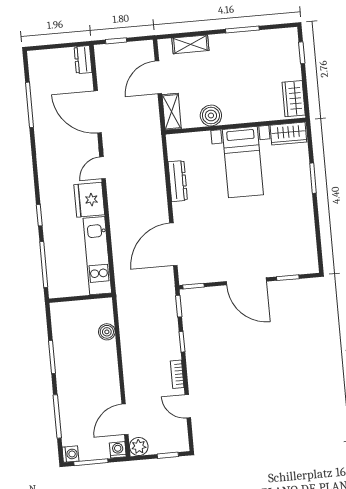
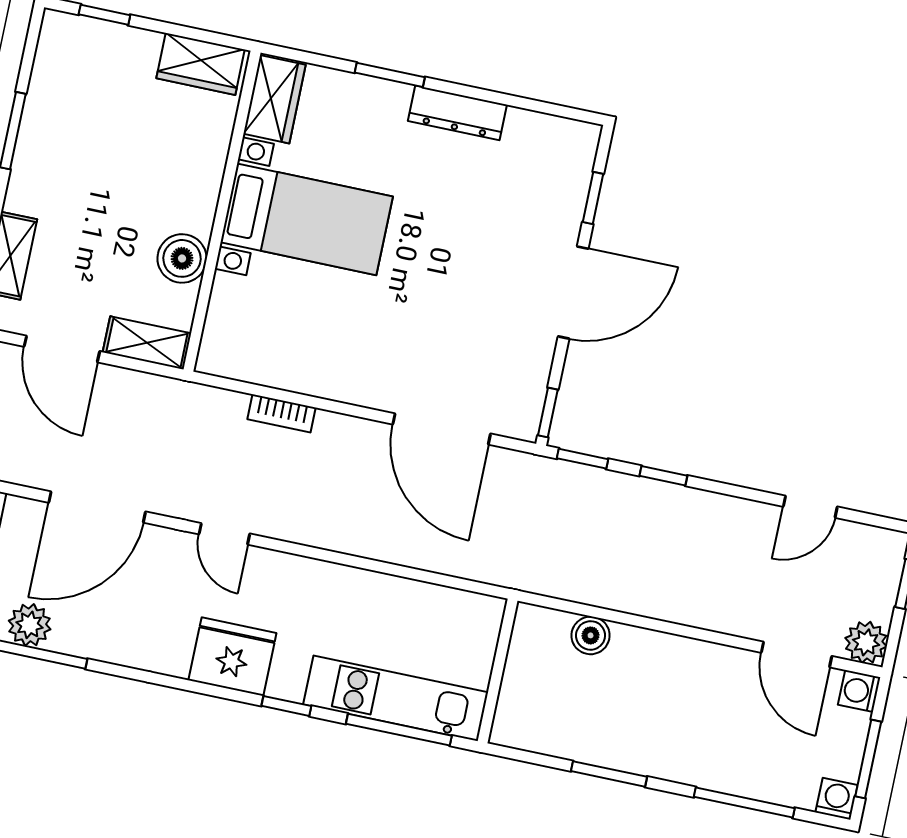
plant: (40, 99) -> (30, 625), added
dresser: (178, 181) -> (457, 113), moved, turned 180
fridge: (89, 200) -> (232, 657), moved, turned 180
kitchen unit: (97, 256) -> (396, 698), moved, turned 180
bookcase: (177, 374) -> (282, 413), moved

